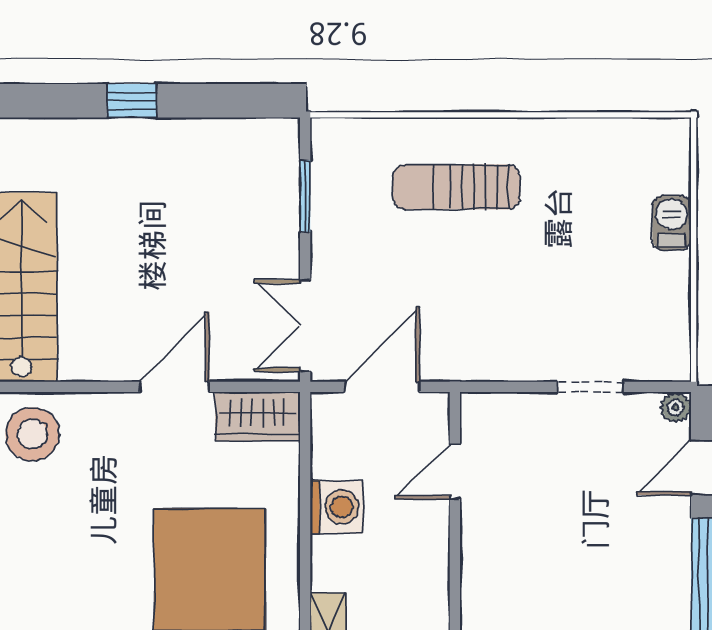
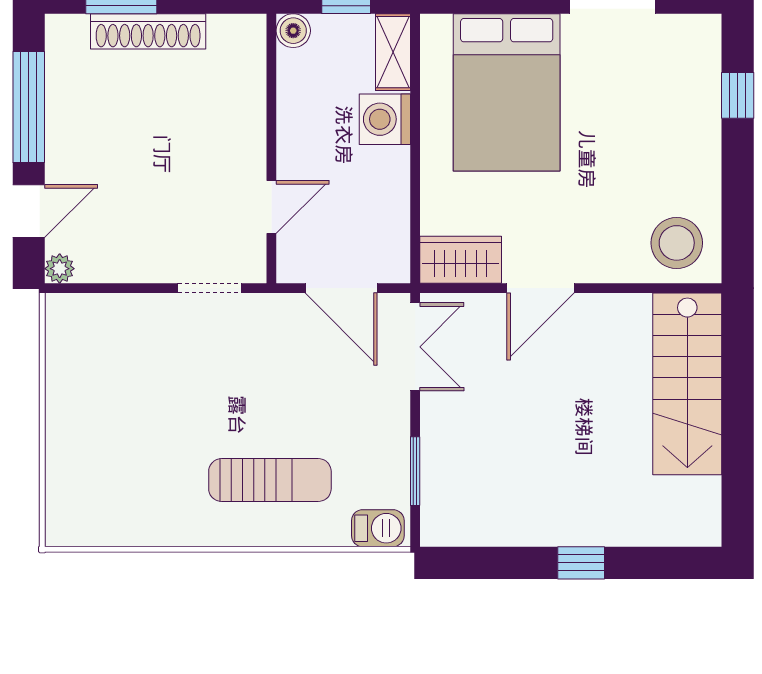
barbecue: (672, 223) -> (378, 528), moved, turned -90
door: (382, 387) -> (341, 288), hinge flipped
doorway: (590, 387) -> (210, 288), moved
washing machine: (337, 507) -> (385, 119), moved

